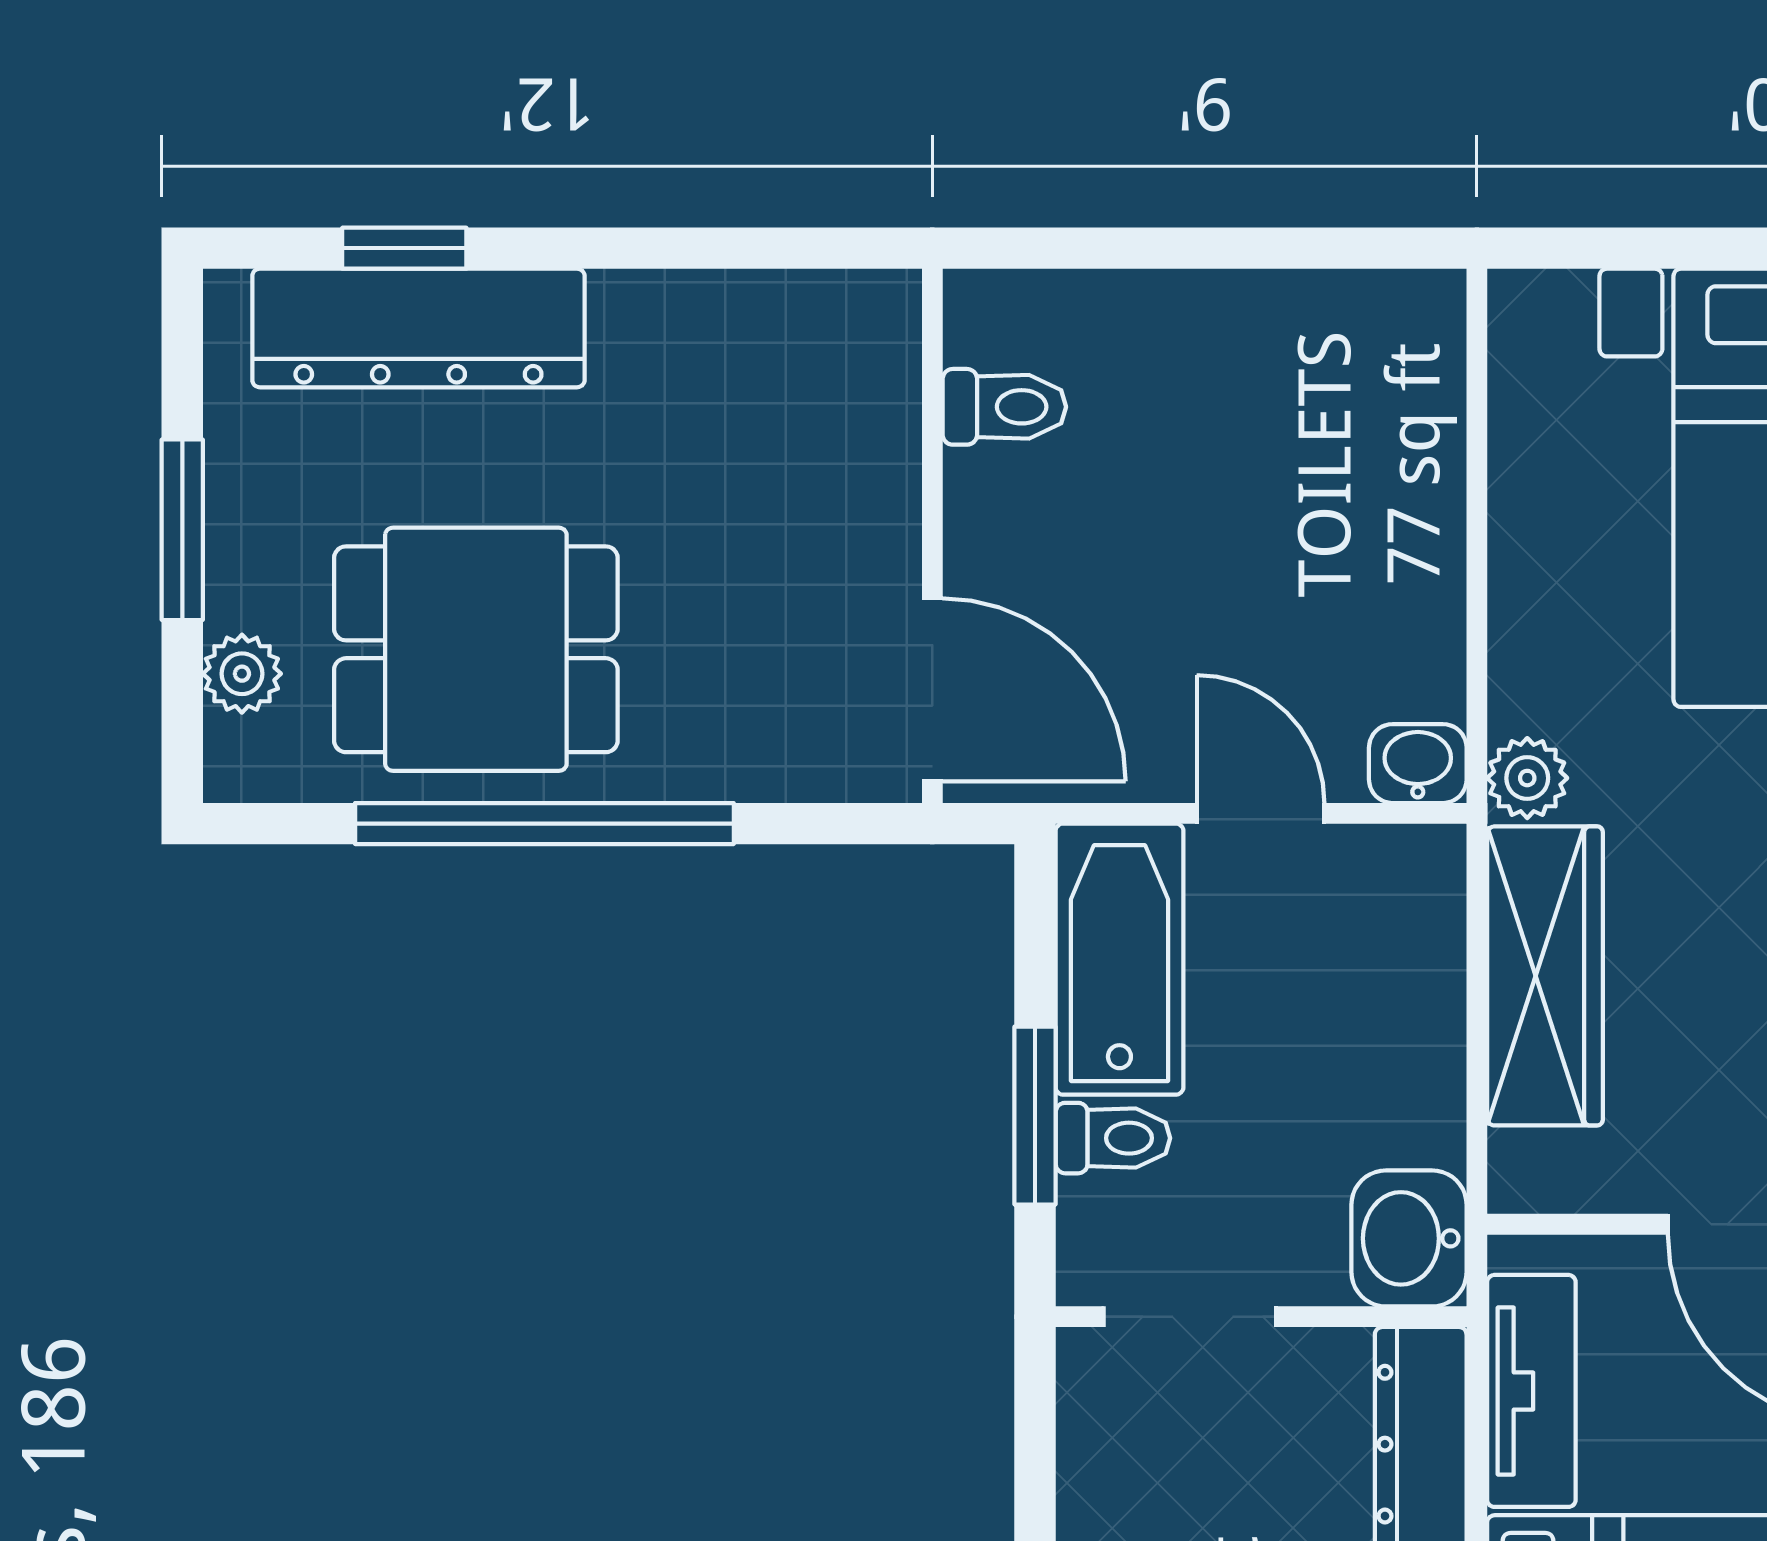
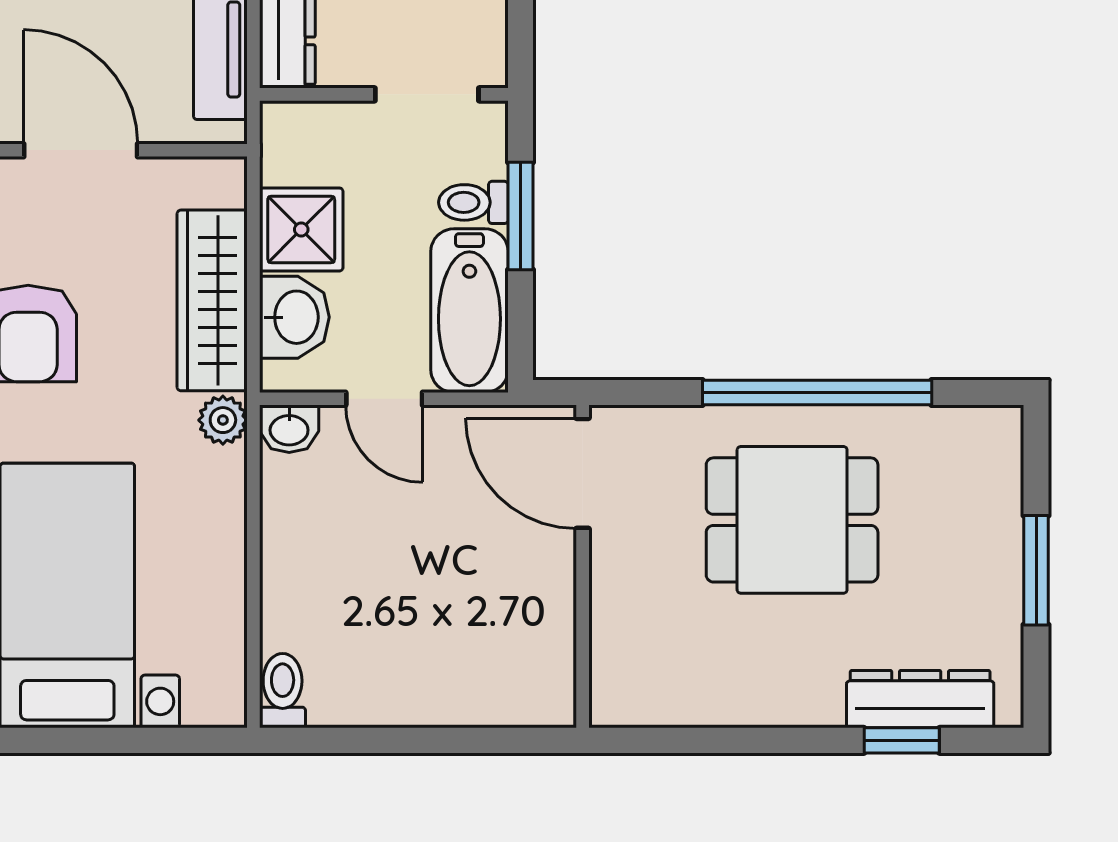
dresser: (418, 328) -> (920, 699), width x0.73, depth x0.80
toilet: (1004, 407) -> (283, 691), moved, turned 90
dining table: (476, 649) -> (792, 520), moved
plant: (242, 674) -> (1000, 483), removed
shower: (1398, 1093) -> (301, 229), added
washbasin: (1409, 1238) -> (294, 317), moved

